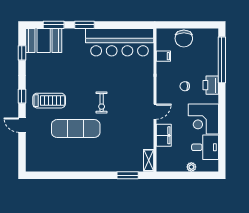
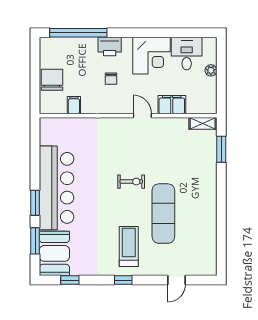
chair: (184, 38) -> (52, 80), turned -90
bar counter: (120, 42) -> (57, 188), moved
door: (22, 125) -> (176, 280), moved

